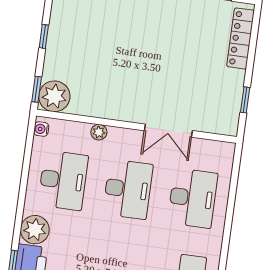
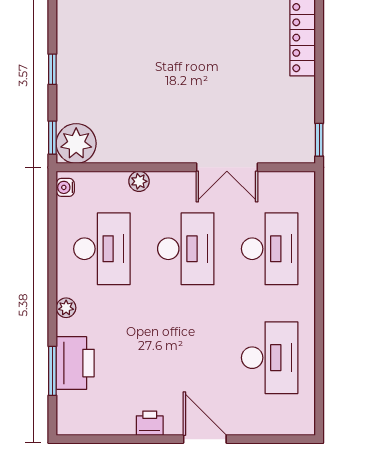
window: (245, 100) -> (319, 140), moved
plant: (35, 230) -> (66, 308), width x0.53, depth x0.53

